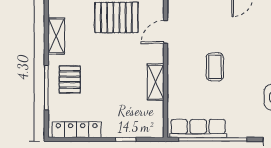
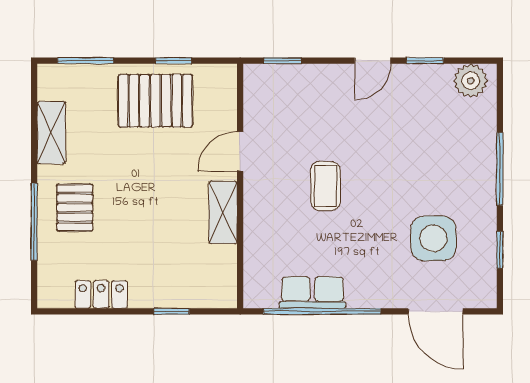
door: (165, 32) -> (240, 151), moved
row of seats: (198, 129) -> (312, 293), width x0.68
locker: (77, 130) -> (101, 295), width x0.66

